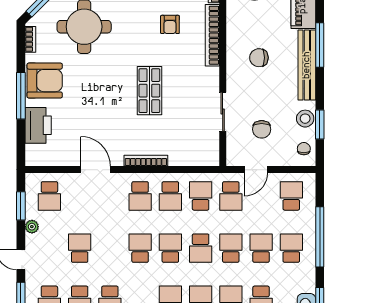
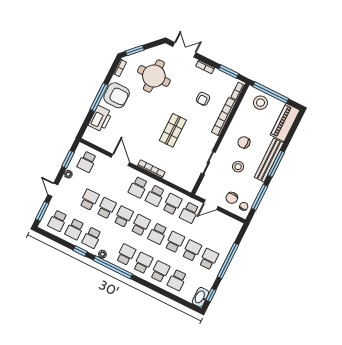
window: (320, 45) -> (276, 164), moved
stool: (305, 119) -> (238, 167), moved
window: (320, 125) -> (260, 197), width x1.44
chair: (262, 129) -> (232, 198), moved
school desk: (291, 196) -> (106, 208), moved

